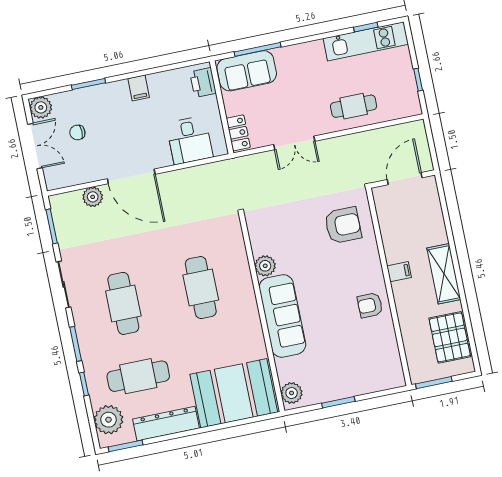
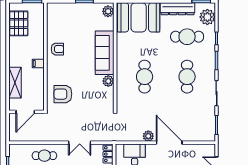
double door: (294, 143) -> (80, 143), swing flipped
plant: (93, 197) -> (148, 136), moved
shelving: (444, 274) -> (15, 83), moved

